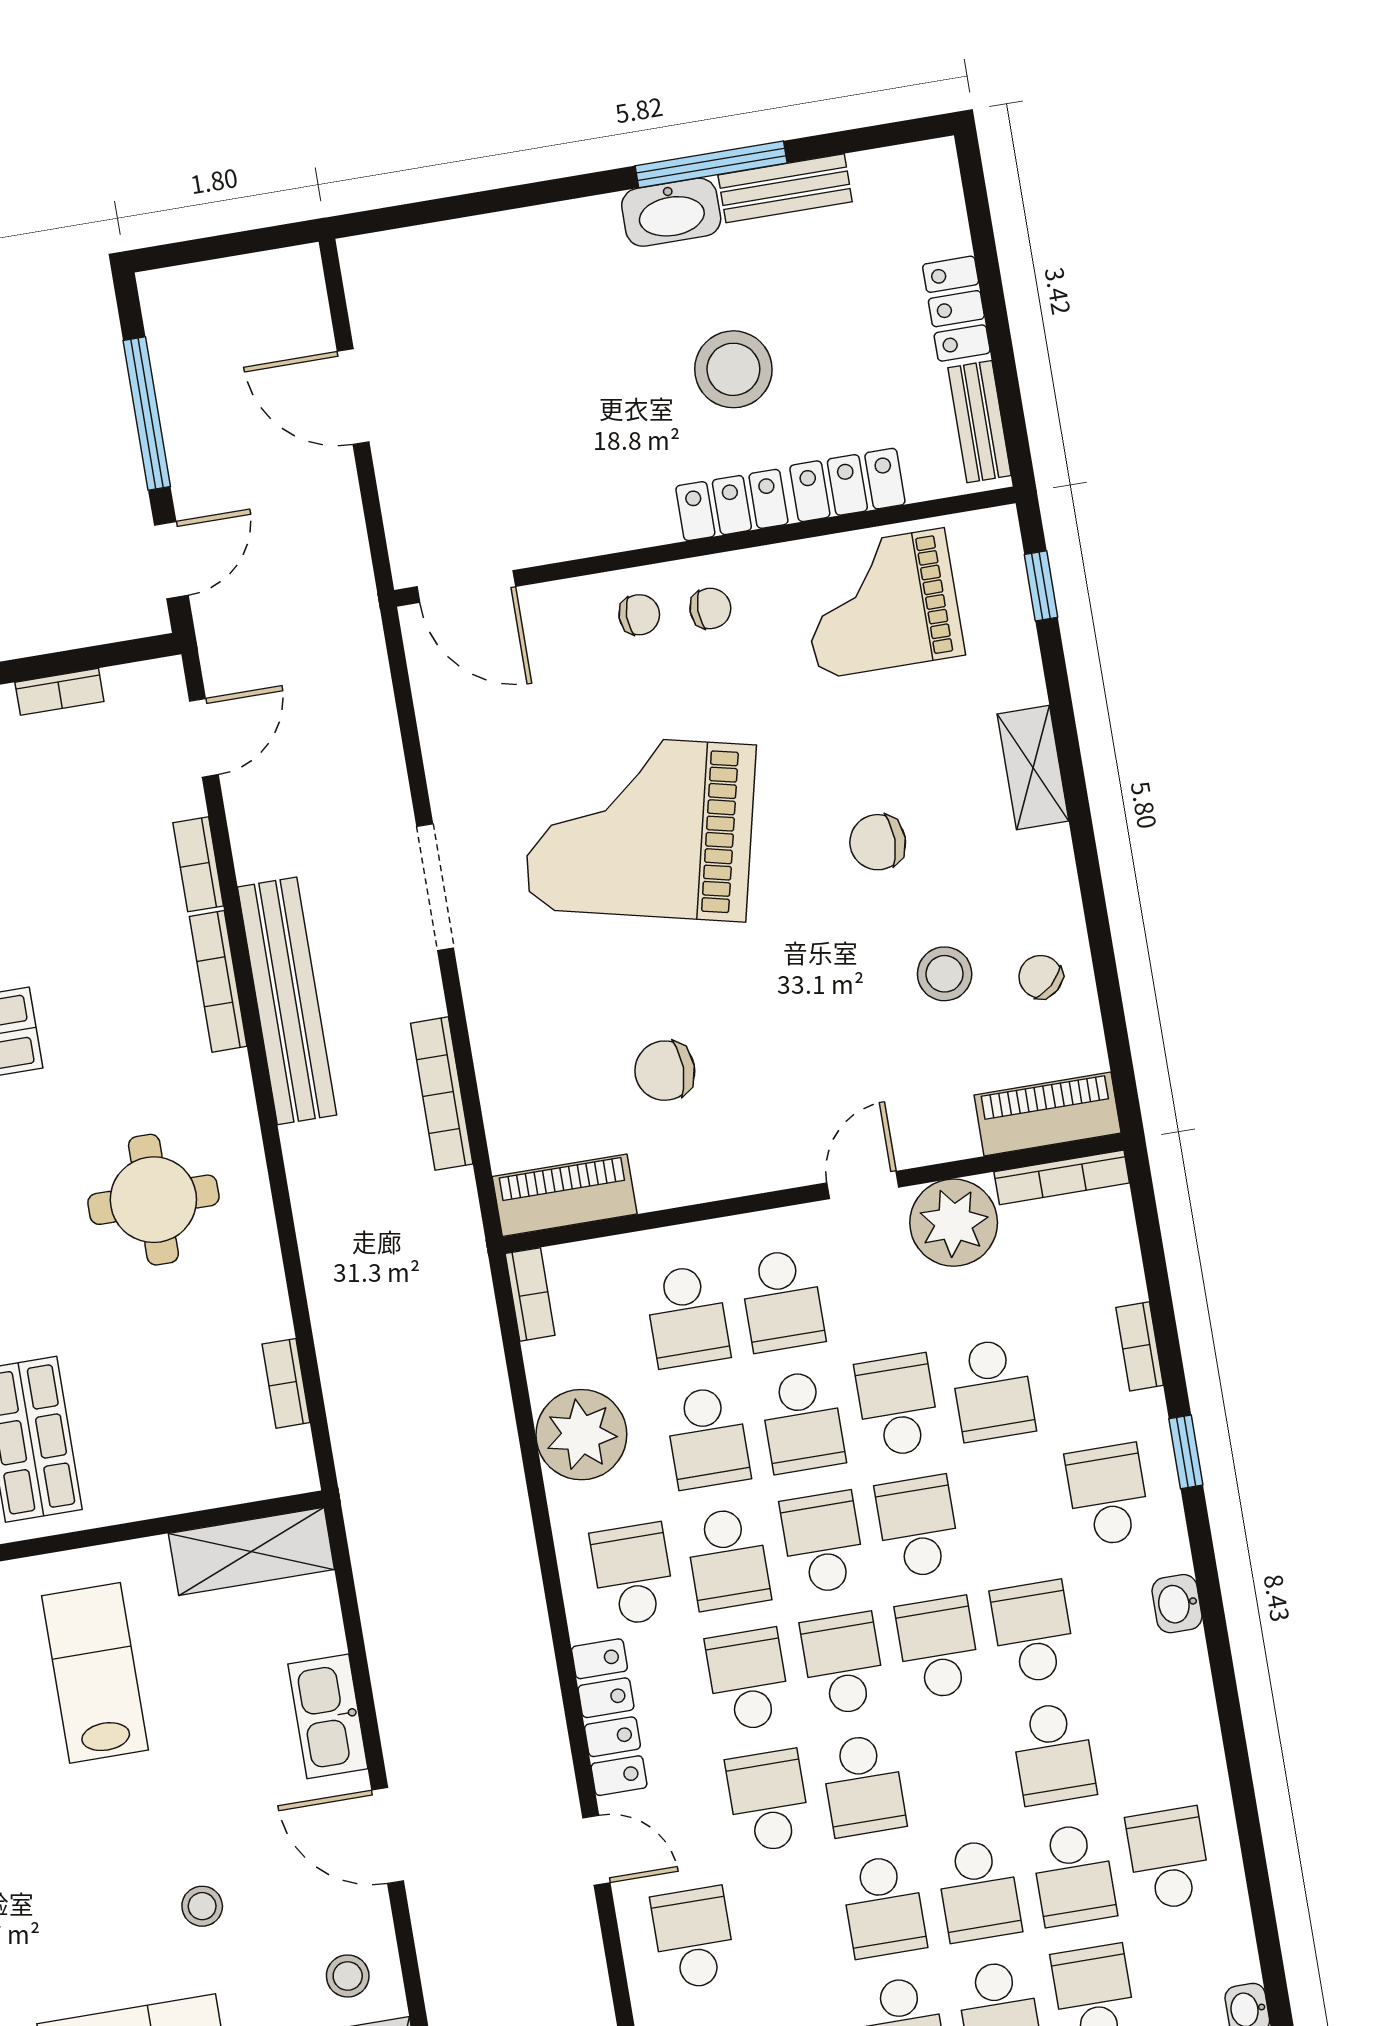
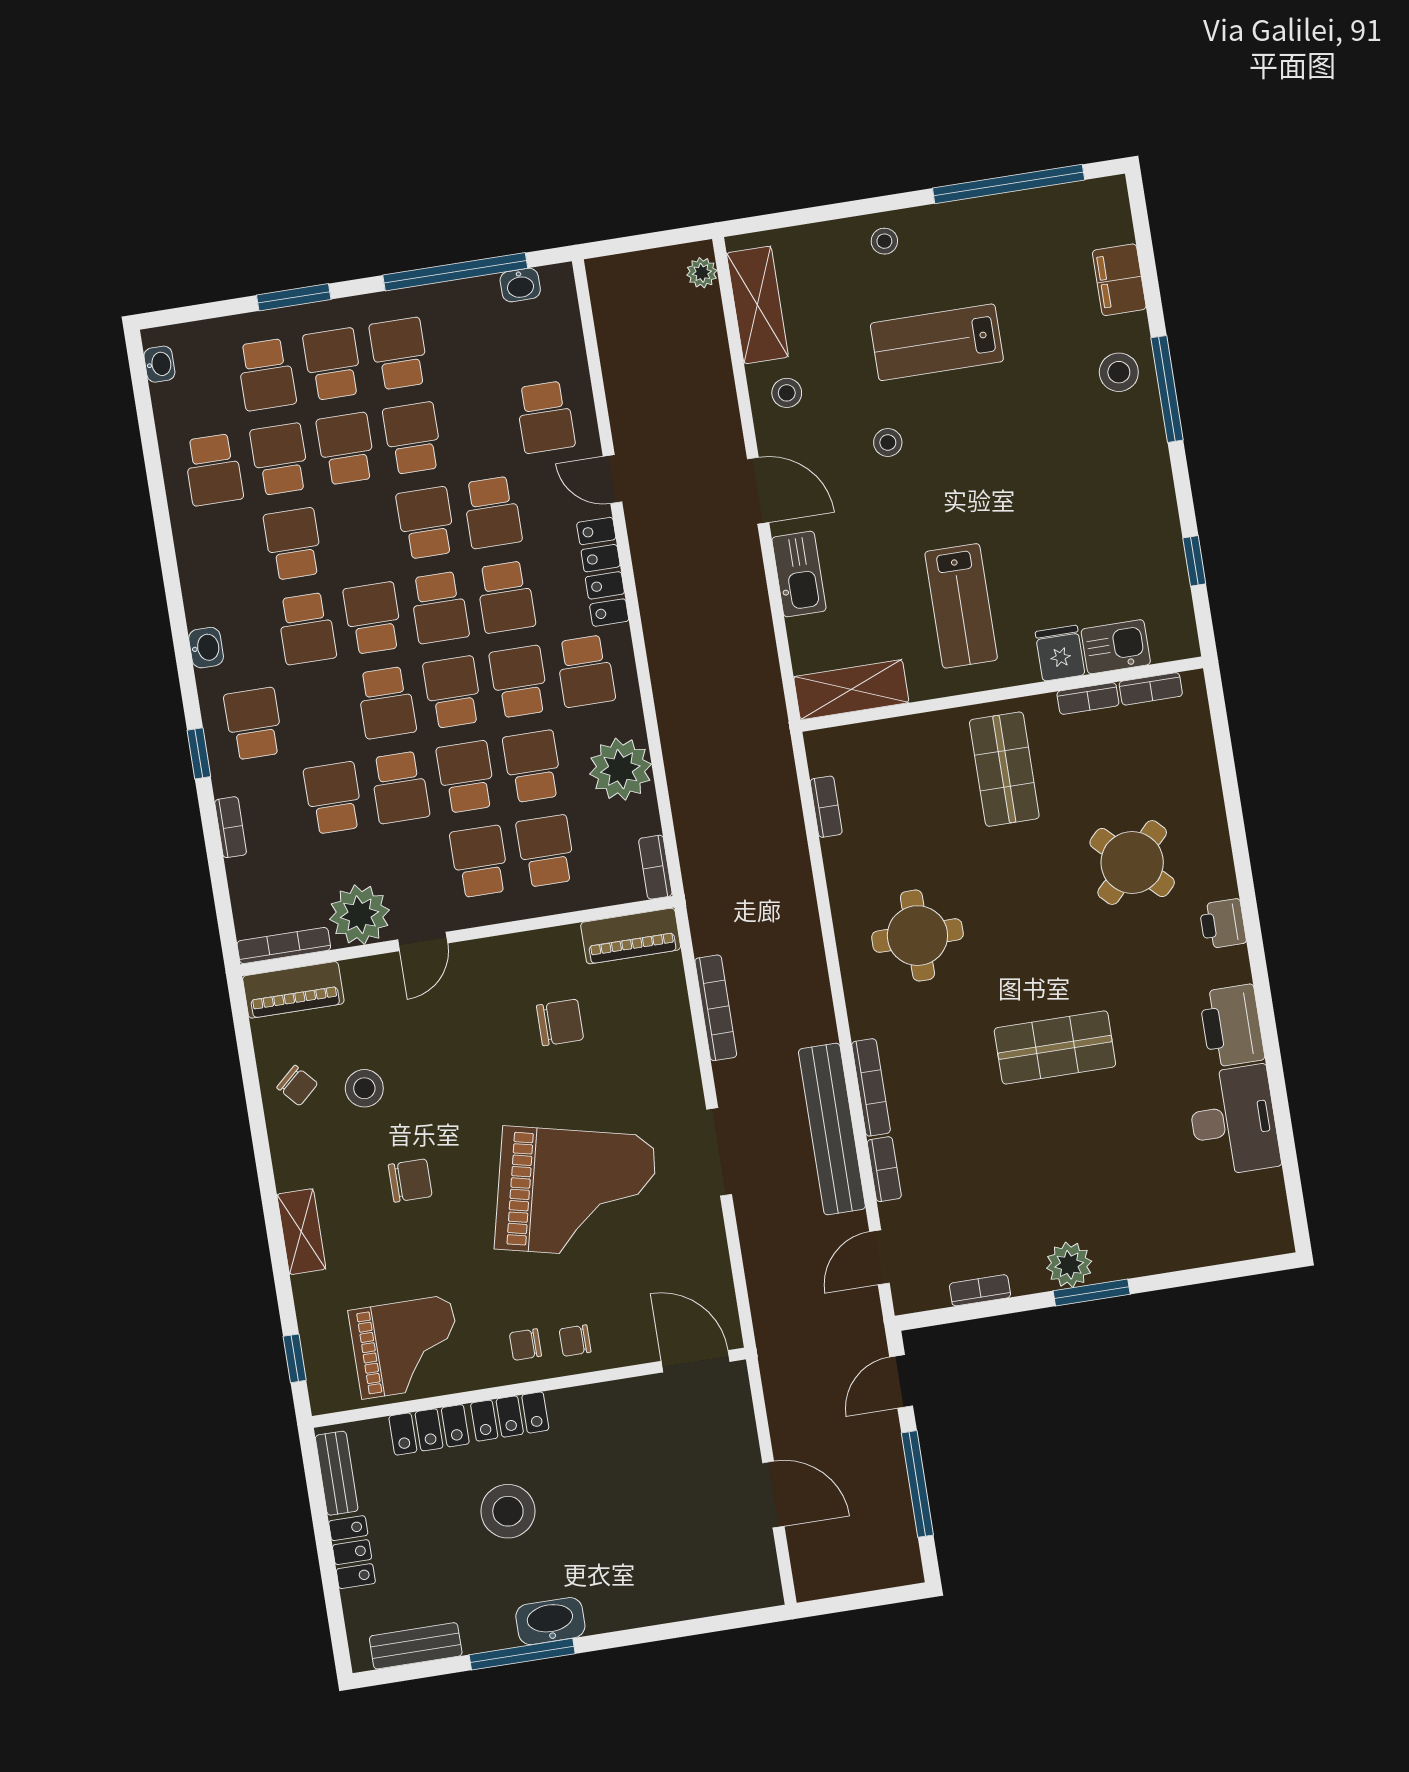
bench: (785, 188) -> (416, 1646), moved
bench: (287, 1001) -> (832, 1129), moved
school desk: (1108, 1495) -> (254, 724), turned 180
school desk: (823, 1543) -> (453, 692), turned 180
school desk: (938, 1648) -> (373, 618), turned 180

